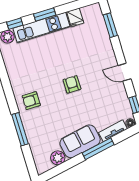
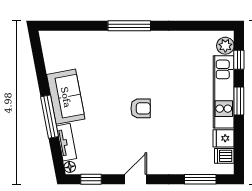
dishwasher: (88, 13) -> (224, 156), added
armchair: (31, 101) -> (136, 51), removed
window: (20, 129) -> (129, 26), moved
plant: (58, 158) -> (54, 62), removed

